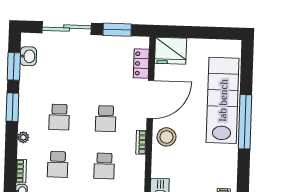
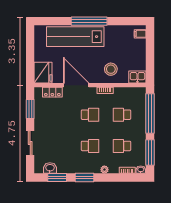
sliding door: (67, 28) -> (30, 143), width x0.73
stool: (166, 137) -> (111, 69), moved
school desk: (58, 164) -> (122, 146), turned 180
school desk: (104, 166) -> (122, 115), turned 180

